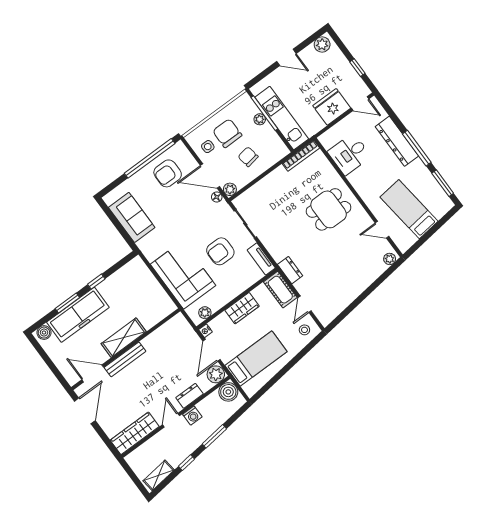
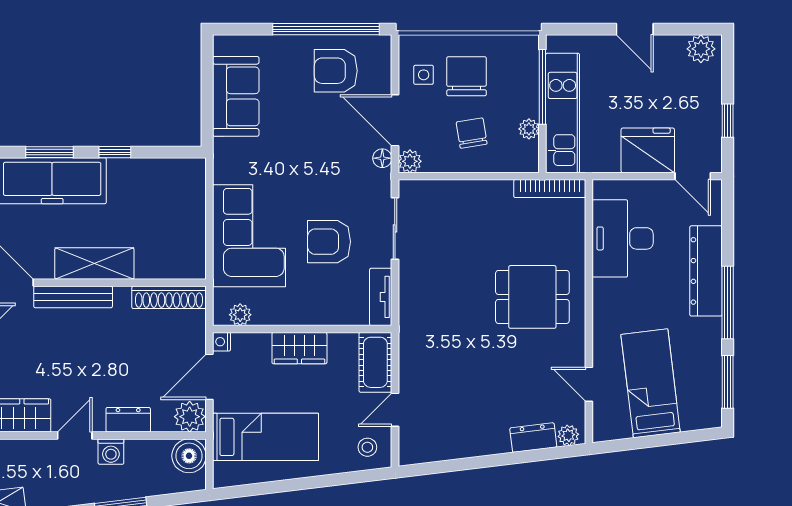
plant: (260, 119) -> (529, 129), moved
desk: (349, 154) -> (623, 238), width x1.37
dresser: (290, 270) -> (533, 438), moved, turned -97
shoe rack: (168, 328) -> (169, 297), added

